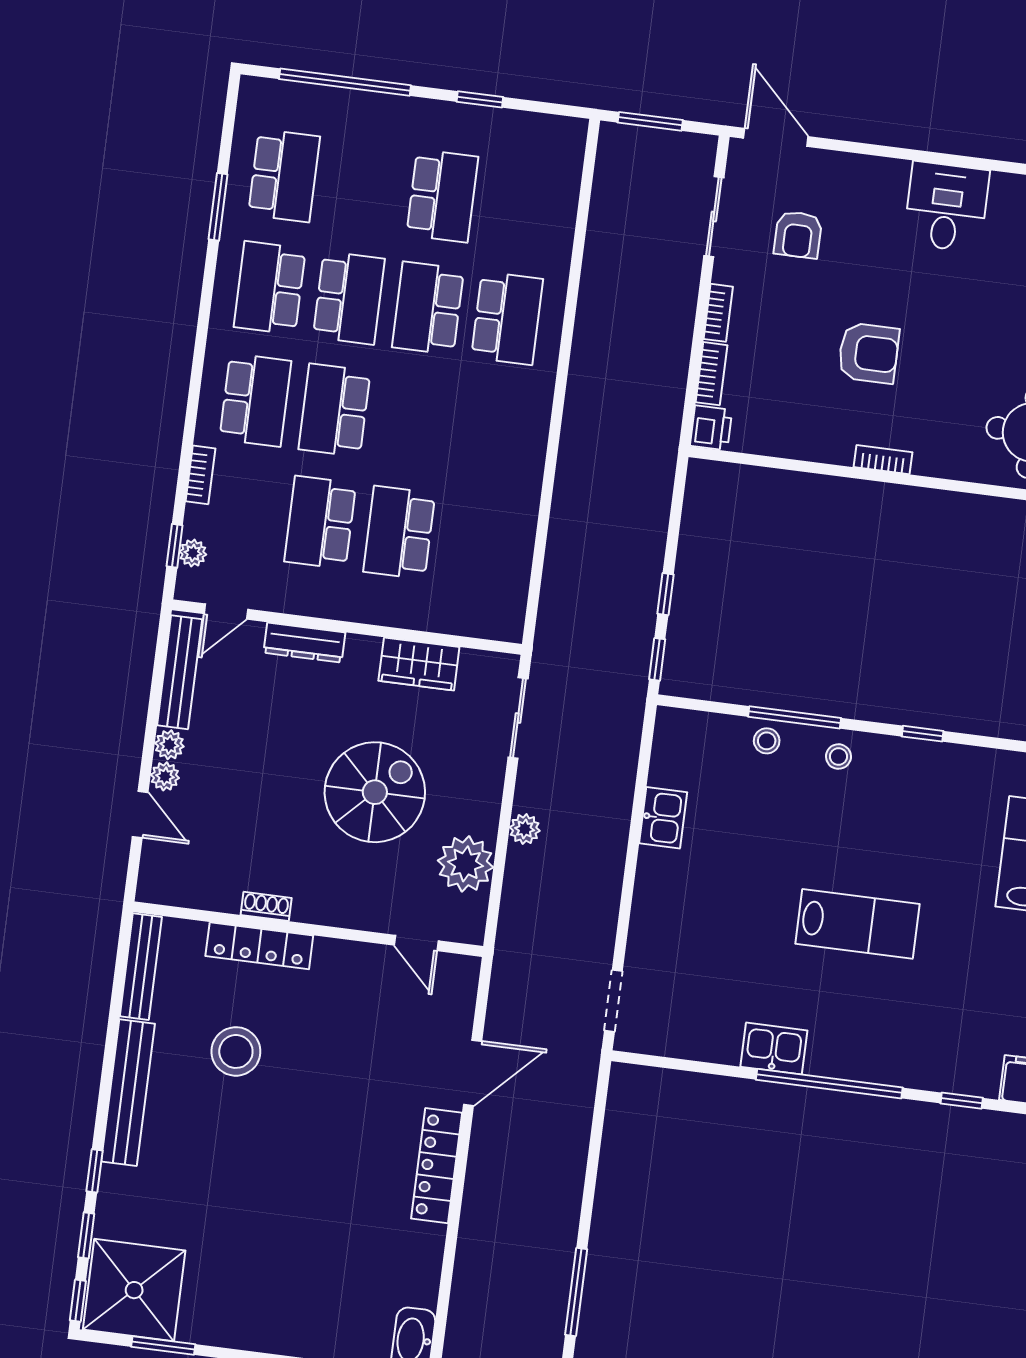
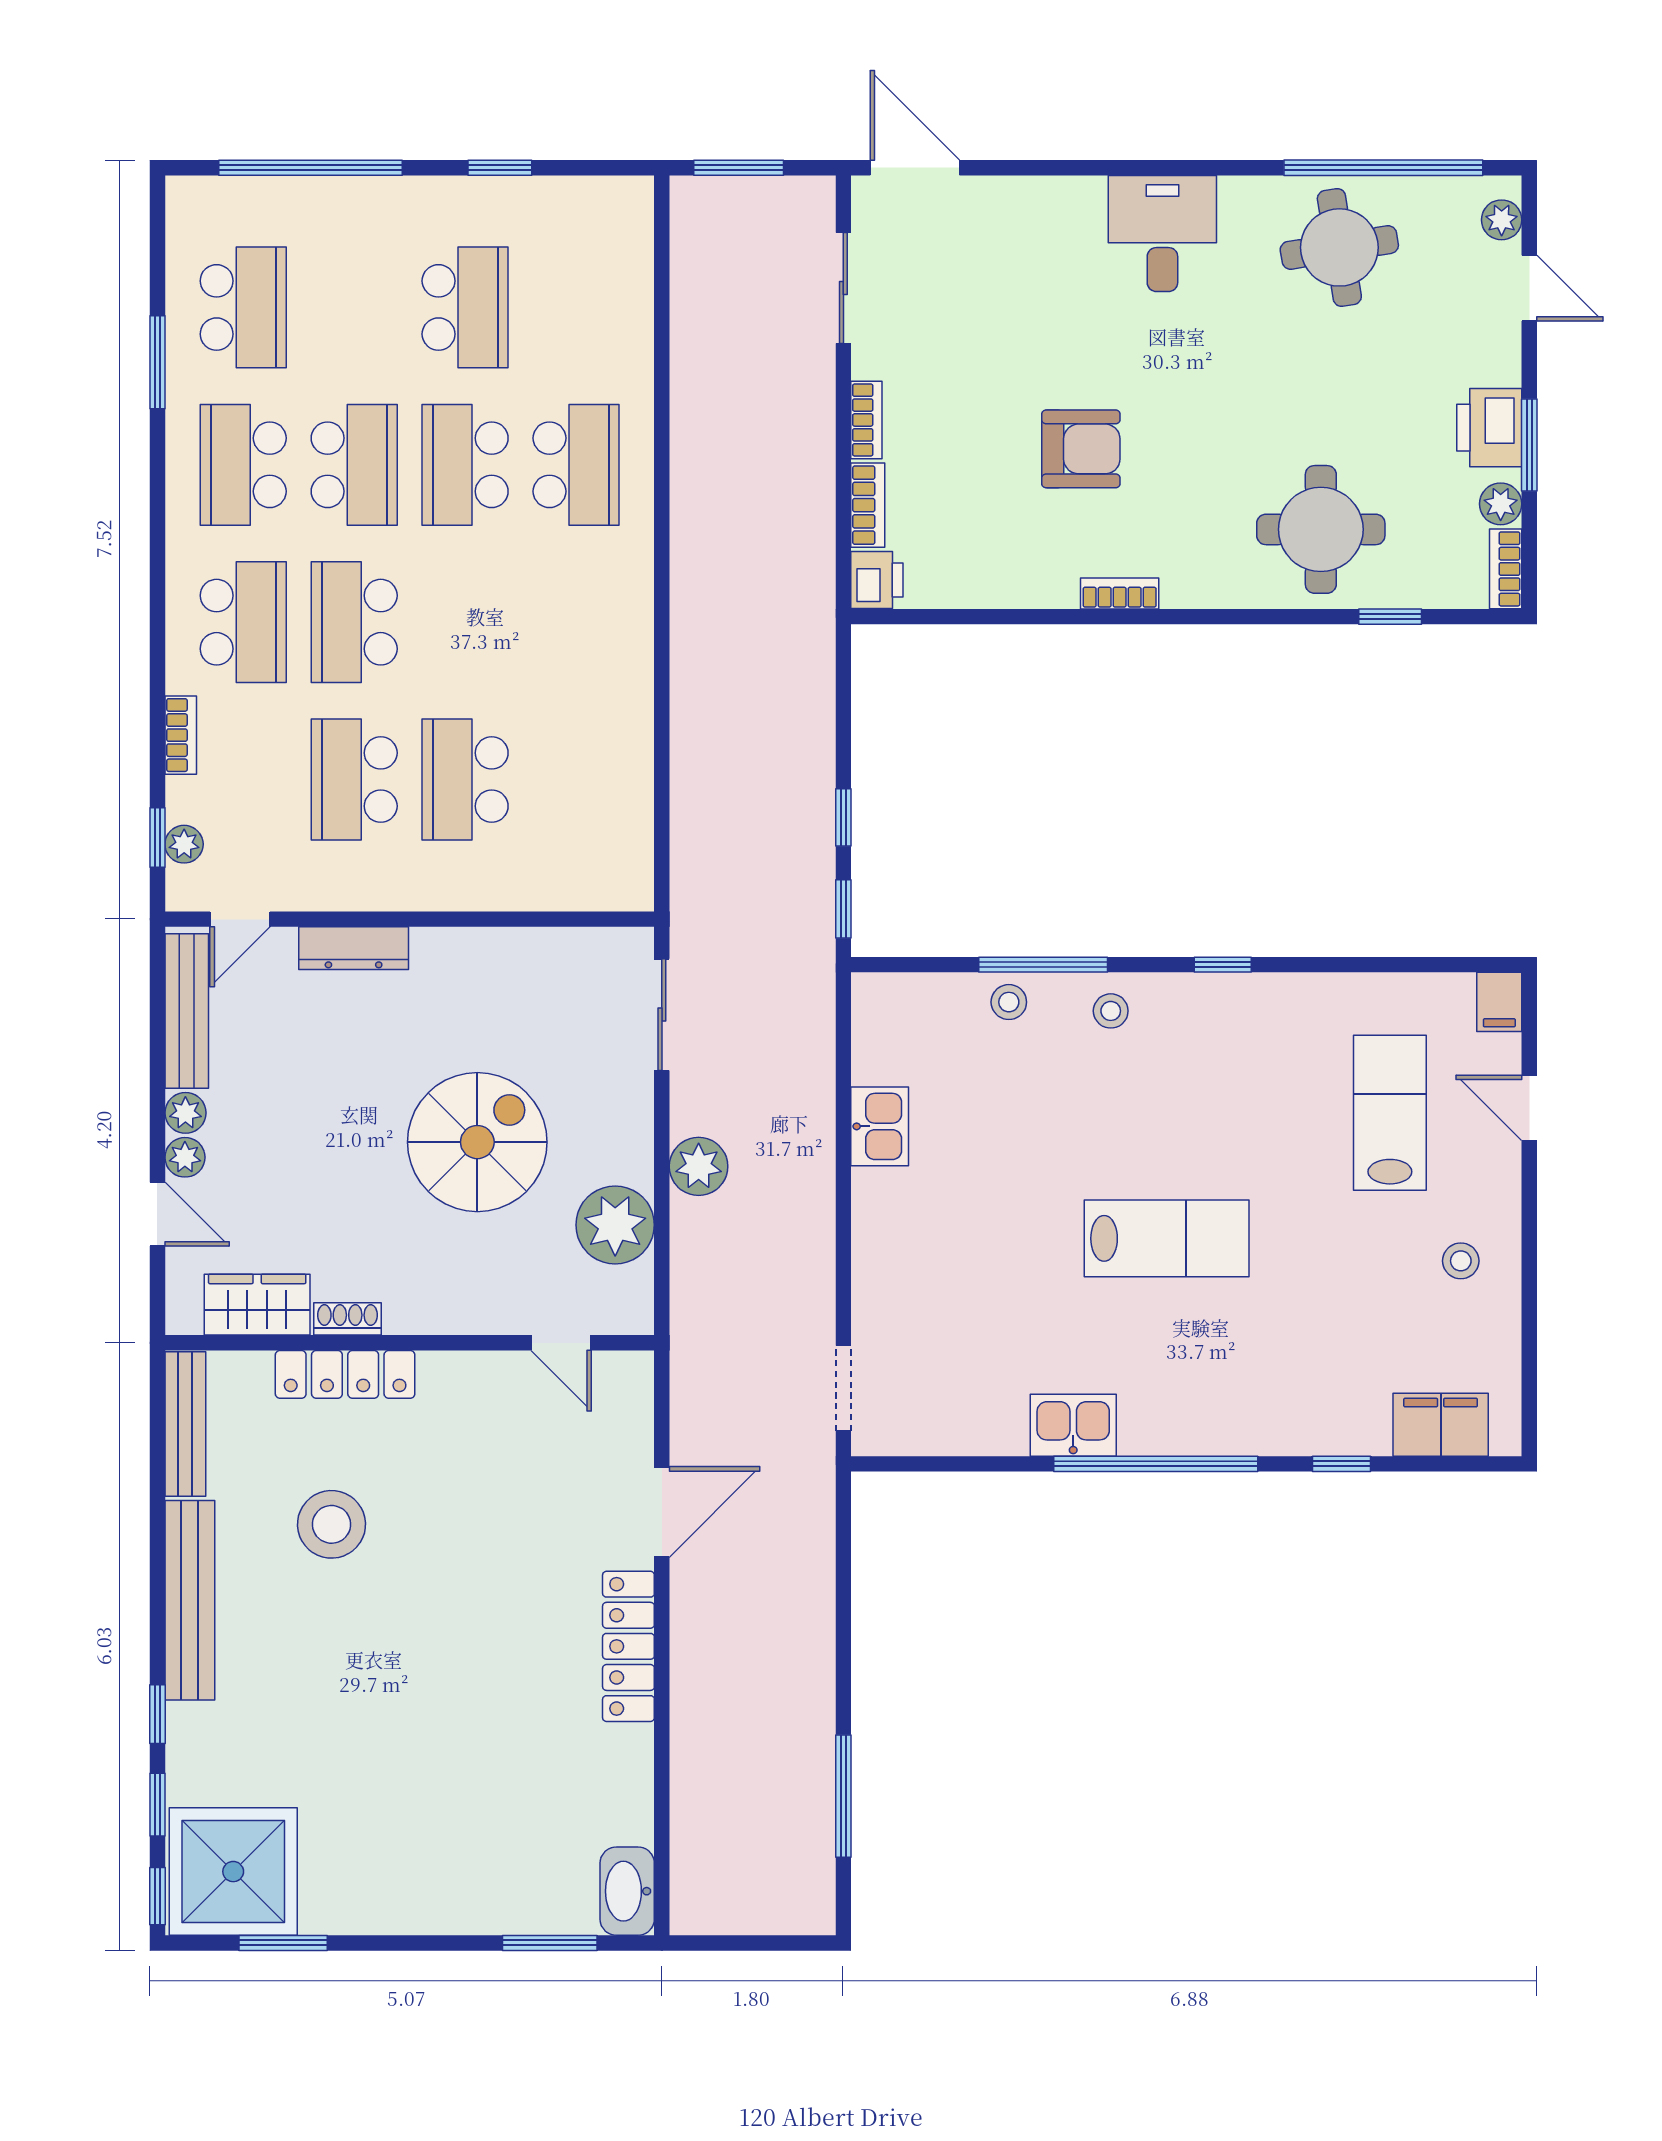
armchair: (798, 235) -> (963, 298), removed
wardrobe: (419, 664) -> (257, 1305), moved, turned 180
plant: (525, 829) -> (699, 1166), width x1.38, depth x1.38

